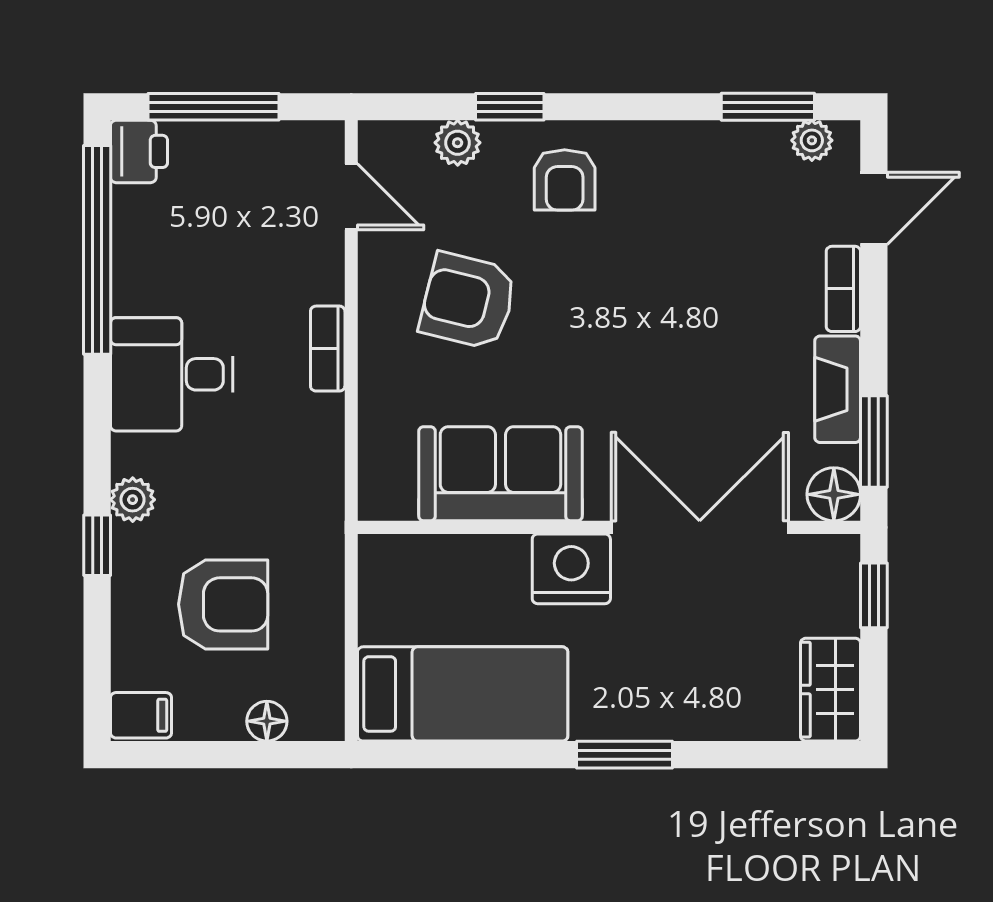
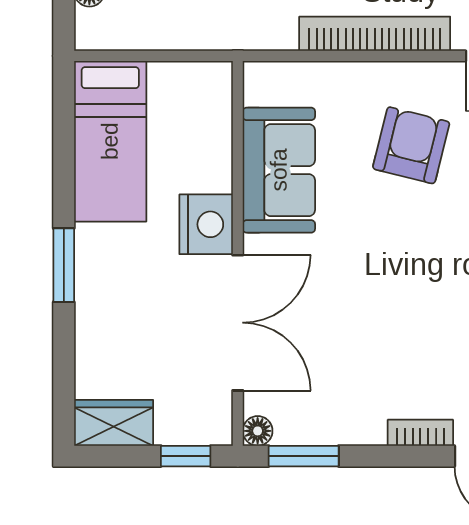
bookcase: (328, 349) -> (375, 34), width x2.31, depth x1.31
fireplace: (838, 389) -> (344, 428), removed
floor lamp: (834, 494) -> (258, 431), width x0.73, depth x0.73

